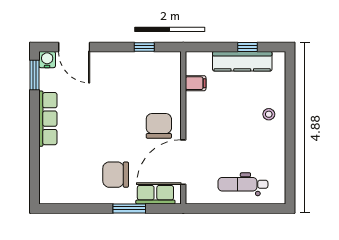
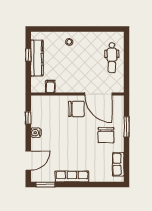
water cooler: (47, 60) -> (36, 133), moved
chair: (159, 126) -> (76, 109), turned 180
row of seats: (155, 195) -> (118, 164), moved

